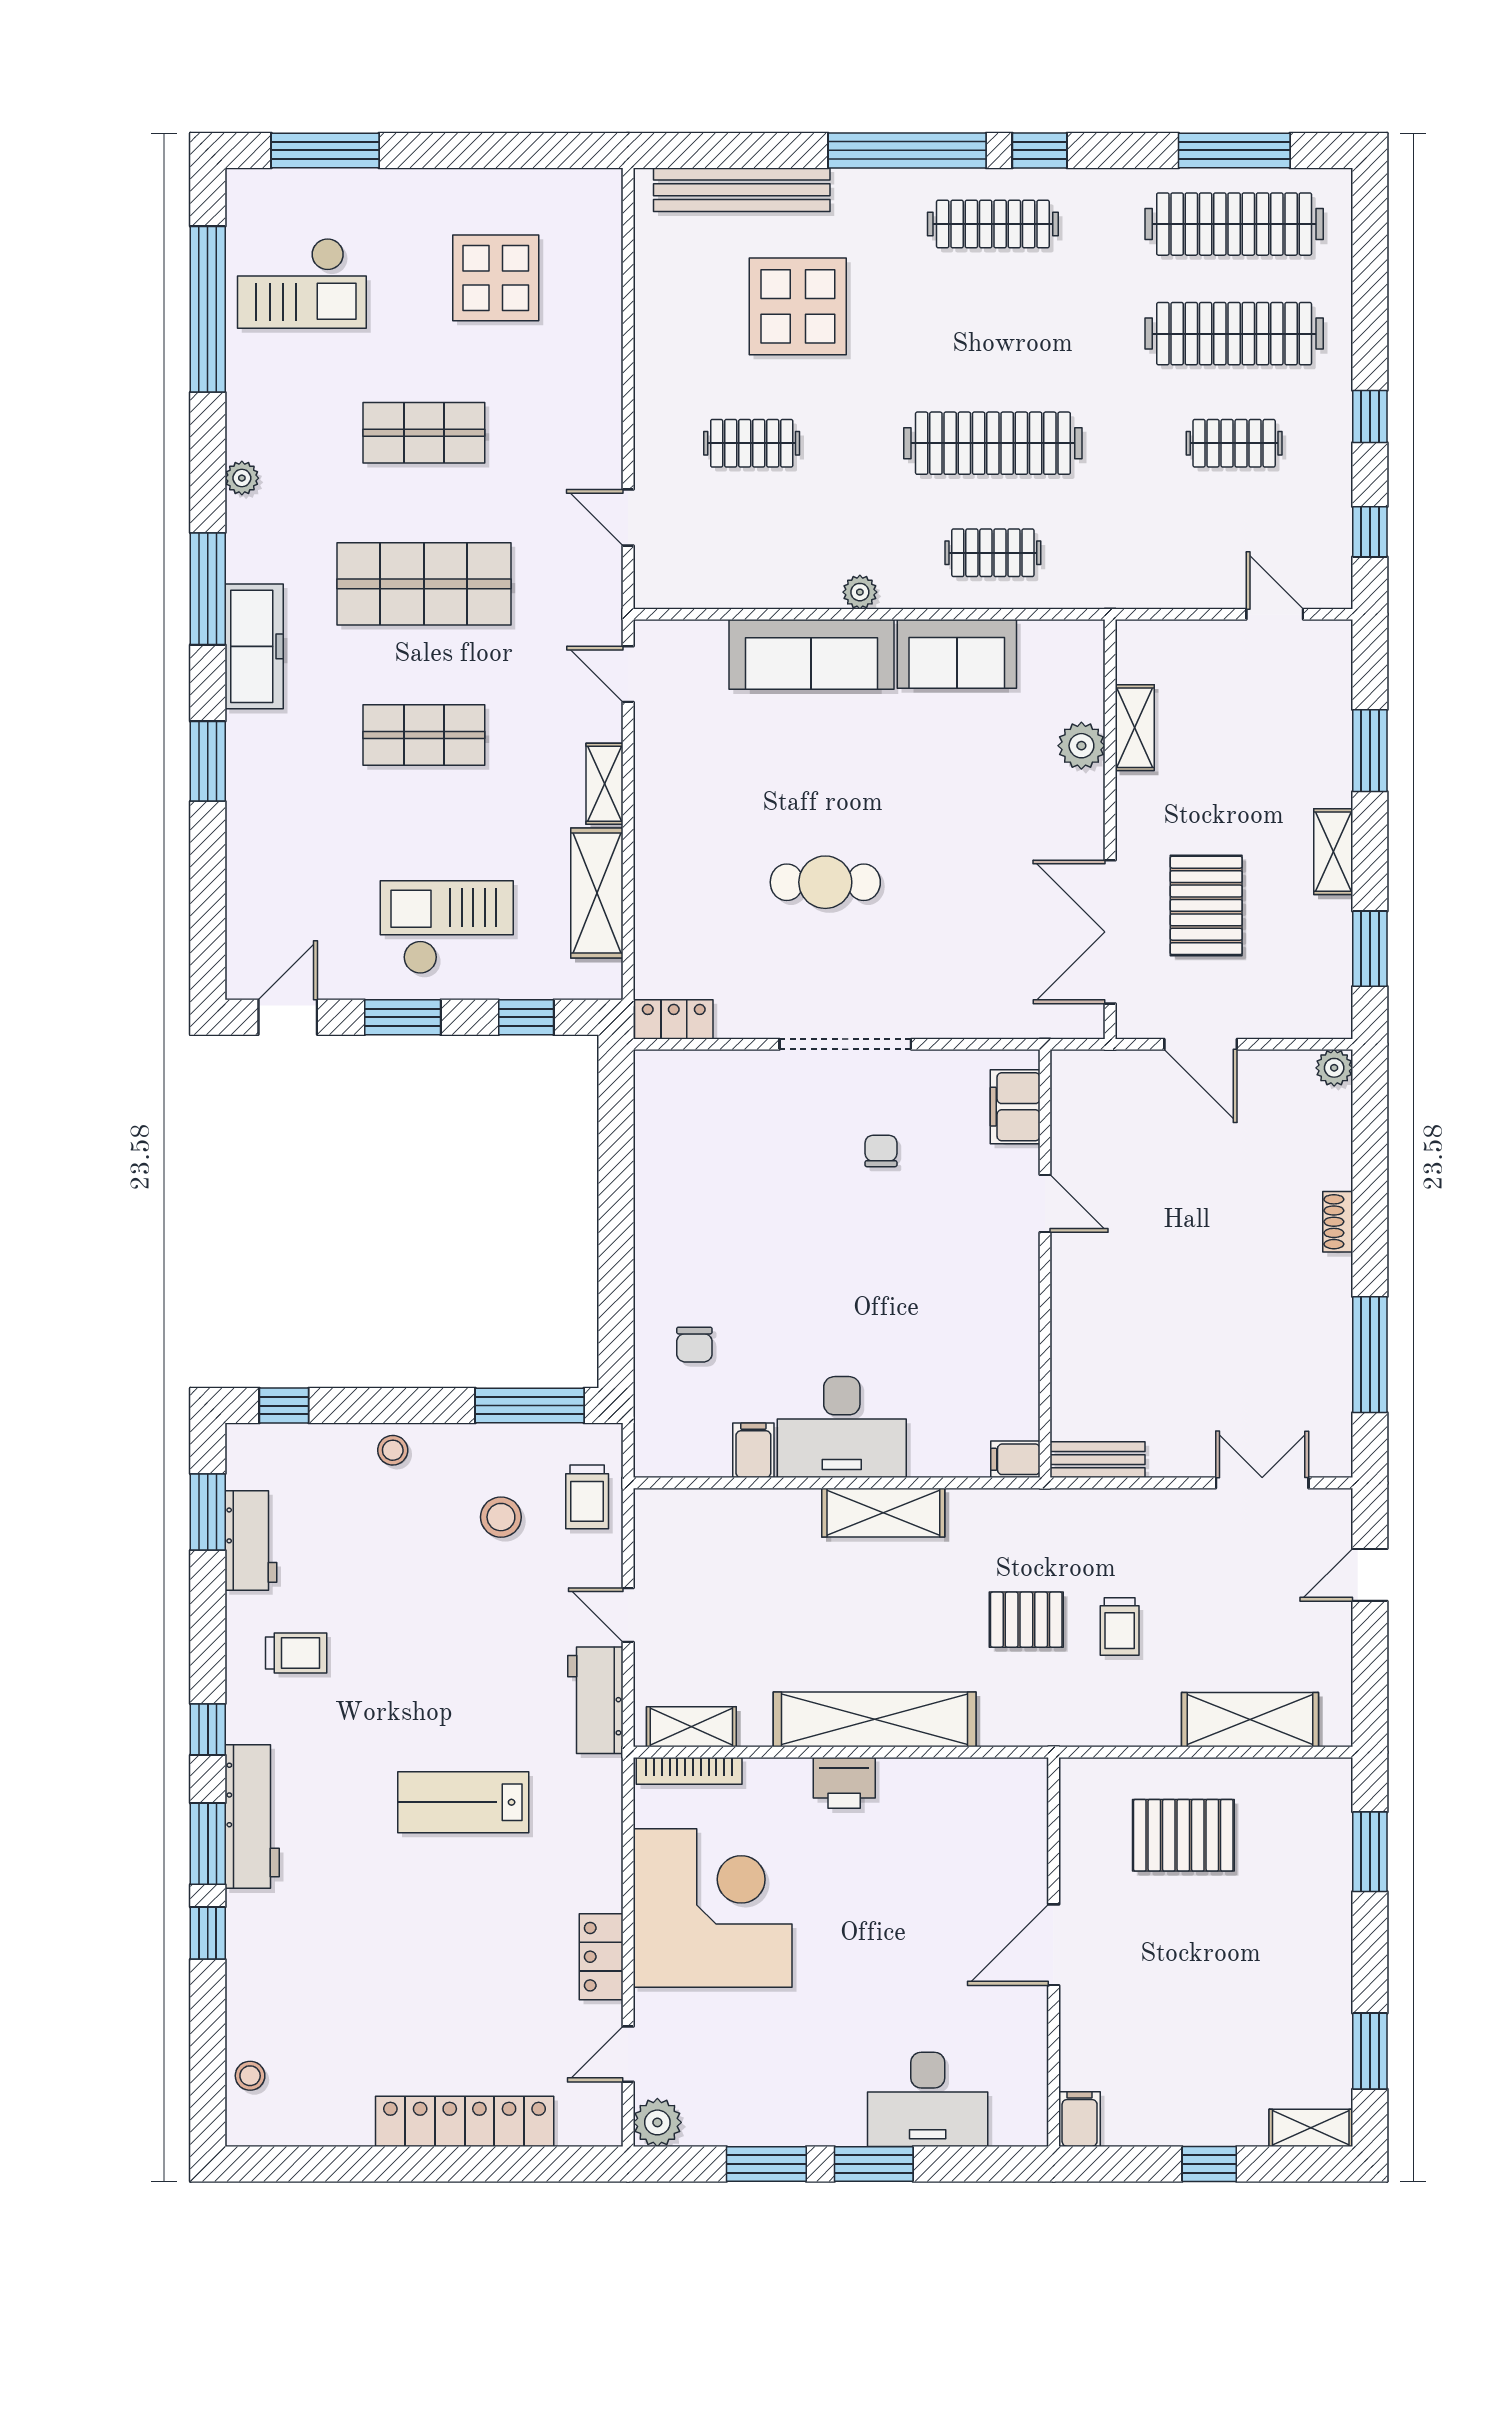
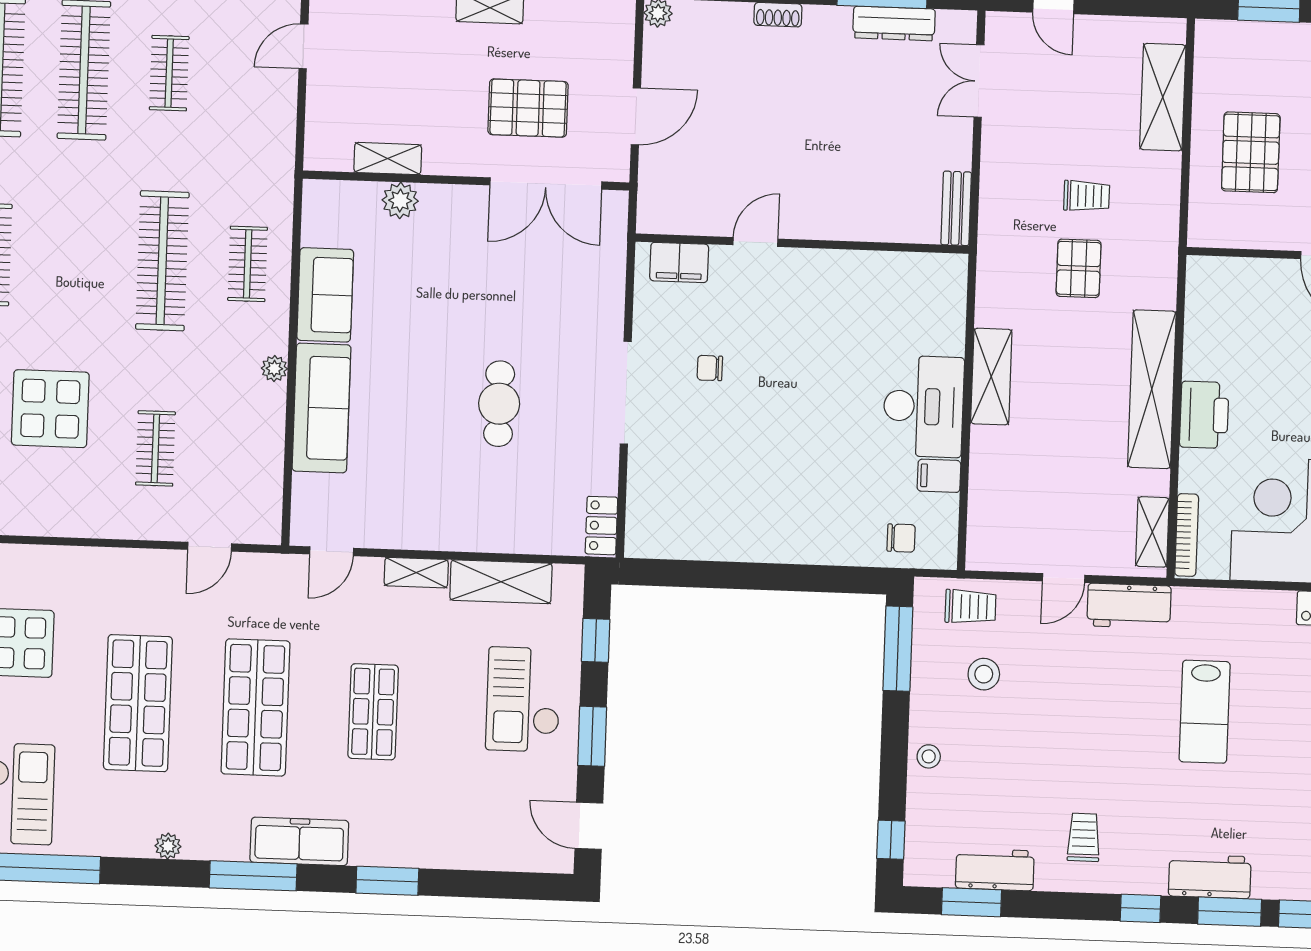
shop shelf: (424, 433) -> (138, 703), width x1.43, depth x1.36
chair: (694, 1345) -> (901, 538), moved
dresser: (1332, 1371) -> (894, 23), added
filing cabinet: (1015, 1459) -> (954, 272), removed
printer: (844, 1783) -> (1204, 415), width x1.37, depth x1.19
workbench: (252, 1817) -> (1210, 876), width x0.73

